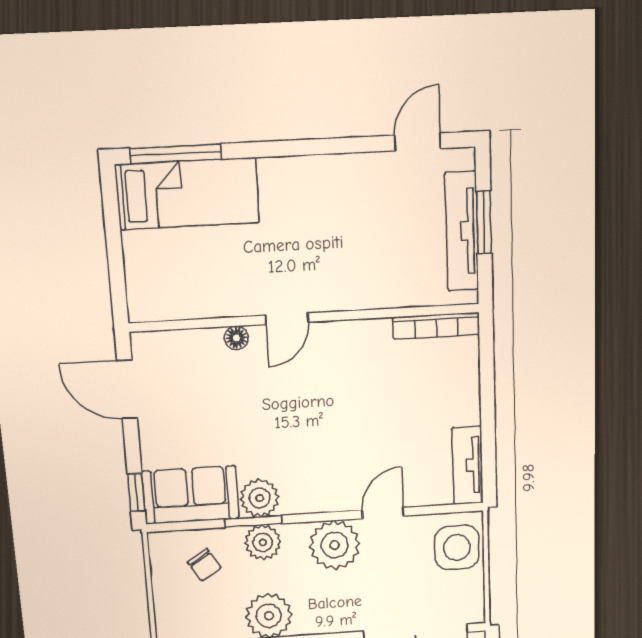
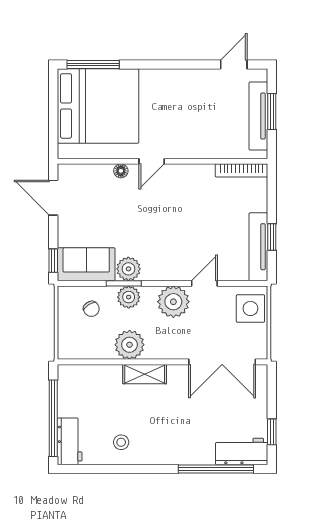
bed: (187, 194) -> (98, 106), width x2.04
window: (488, 433) -> (272, 237), added
tv unit: (467, 465) -> (258, 247), width x1.41

